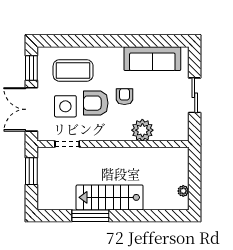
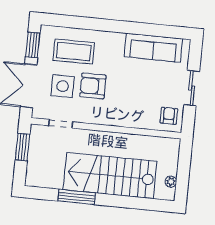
armchair: (124, 97) -> (169, 116), moved
plant: (142, 130) -> (136, 117), removed
stairs: (110, 197) -> (110, 176), width x1.36, depth x1.51

